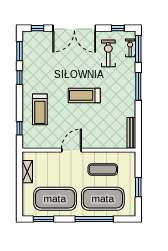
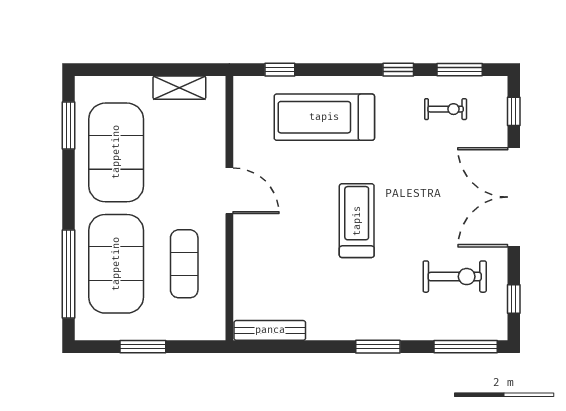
exercise bike: (130, 48) -> (446, 109), moved
window: (138, 86) -> (378, 347), width x0.69
treadmill: (40, 109) -> (324, 117), width x1.37, depth x1.38
window: (94, 219) -> (69, 274), moved

